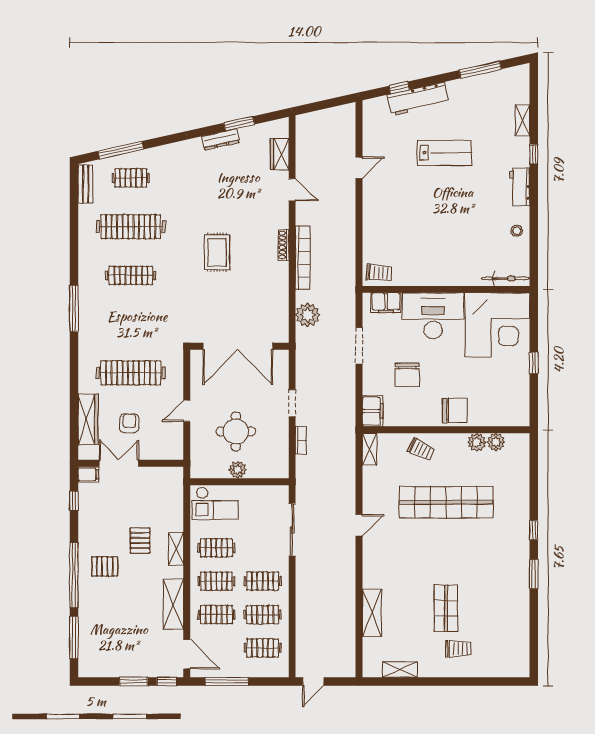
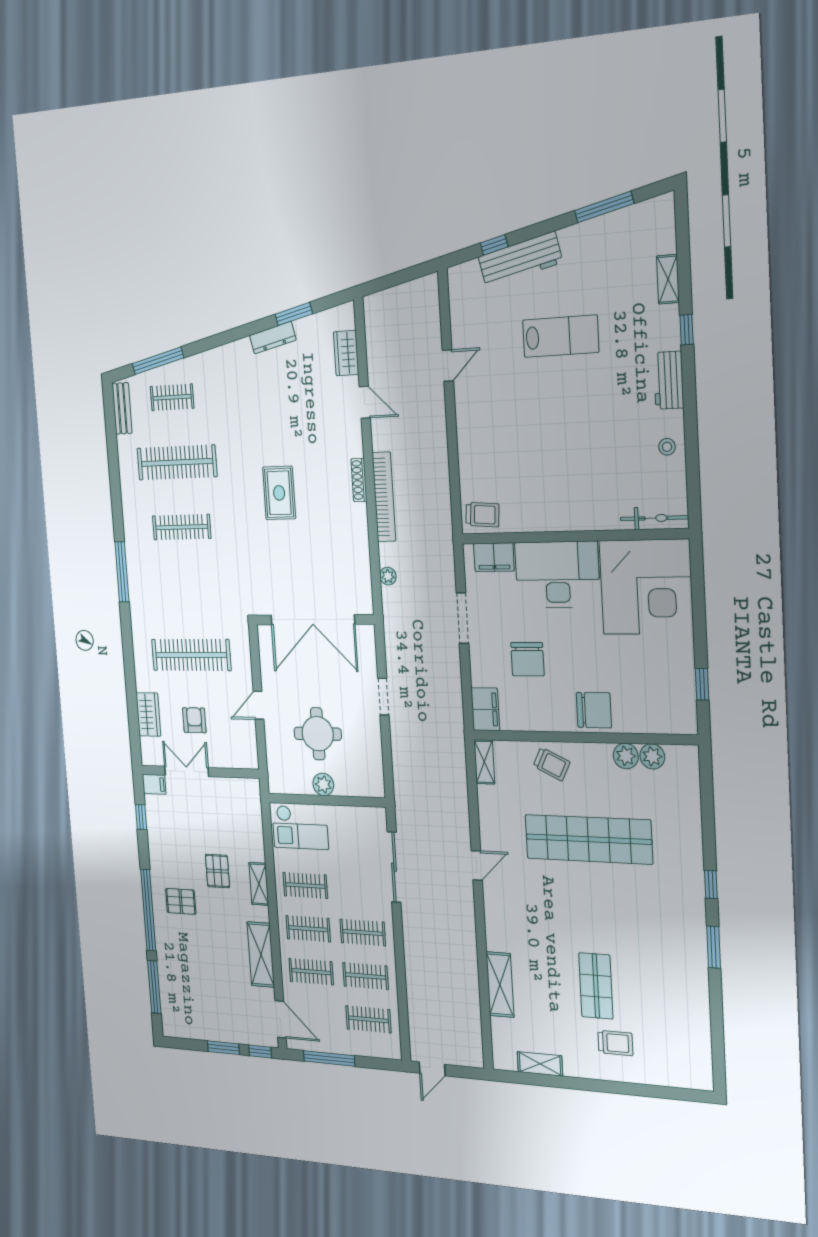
plant: (308, 315) -> (388, 576), width x0.53, depth x0.53
window: (534, 363) -> (702, 684), moved
wardrobe: (88, 419) -> (148, 714), width x0.67
bookcase: (301, 440) -> (397, 748), removed

